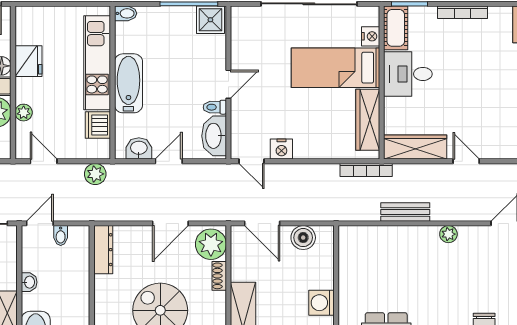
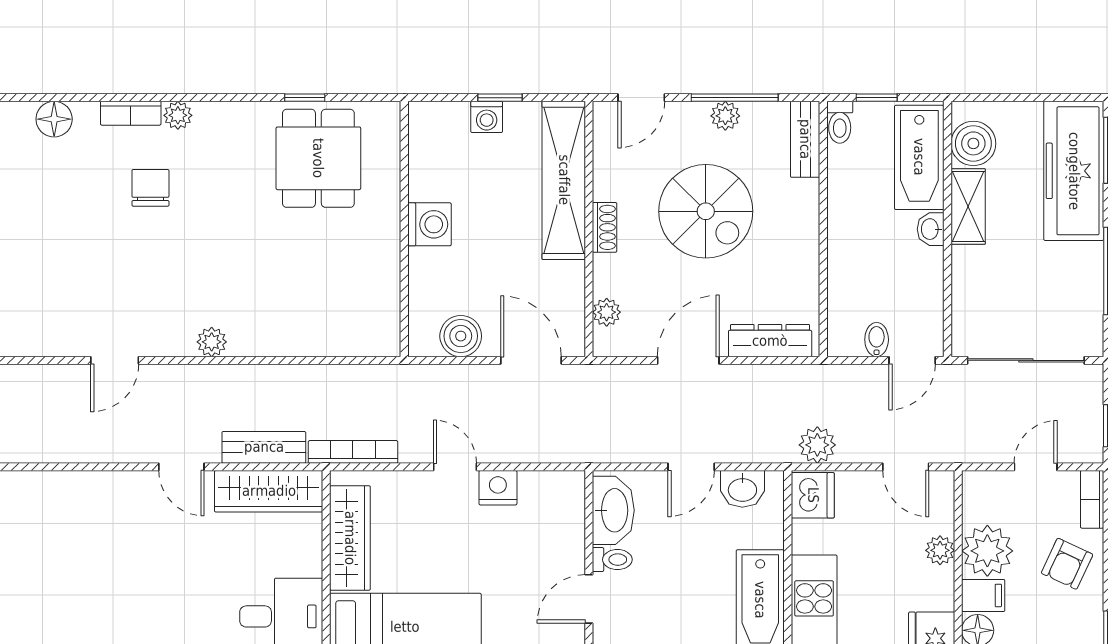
dishwasher: (98, 125) -> (813, 495), moved
door: (252, 161) -> (455, 467), moved
bench: (405, 212) -> (264, 447), moved
plant: (211, 244) -> (607, 312), width x0.53, depth x0.53
dresser: (103, 250) -> (770, 341), moved, turned 90
shoe rack: (219, 276) -> (605, 227), moved
washbasin: (29, 282) -> (931, 229), moved

